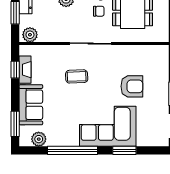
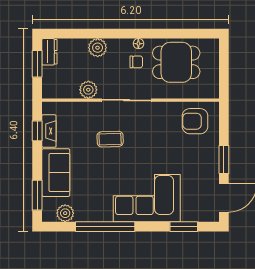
plant: (30, 35) -> (88, 90), moved
armchair: (132, 86) -> (195, 121), moved, turned 180
window: (124, 150) -> (184, 227), moved

